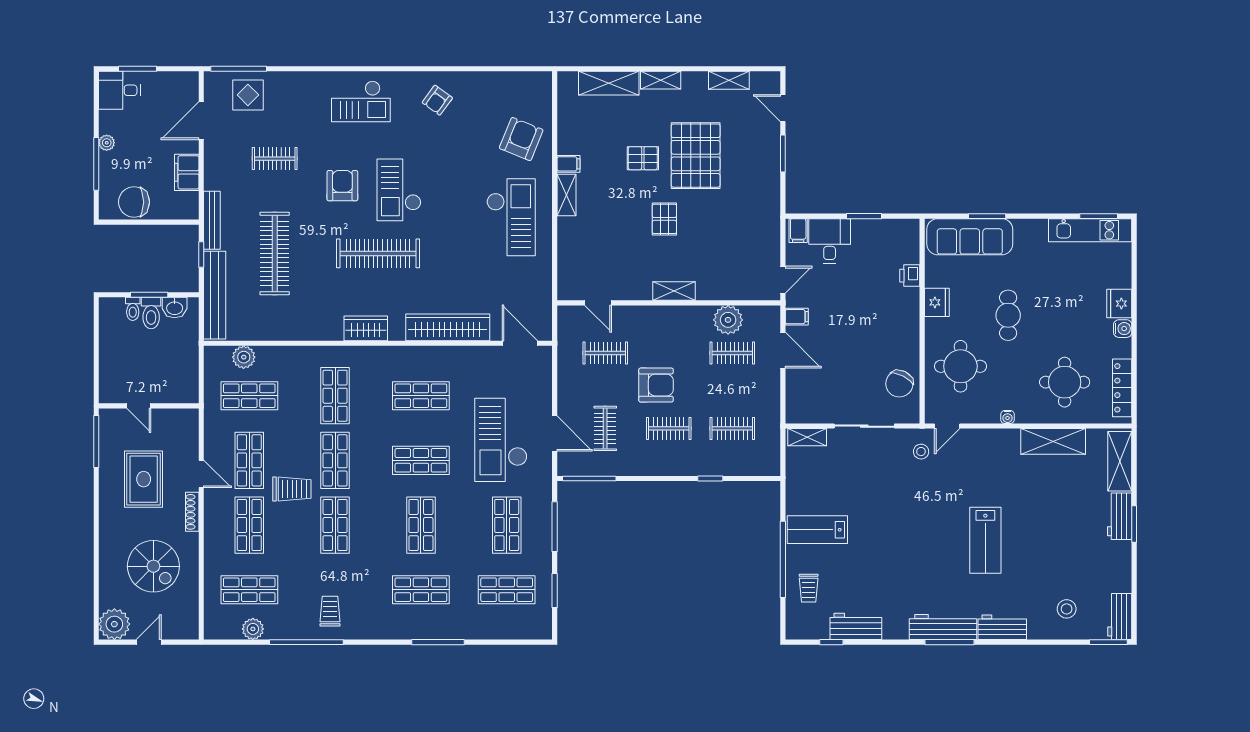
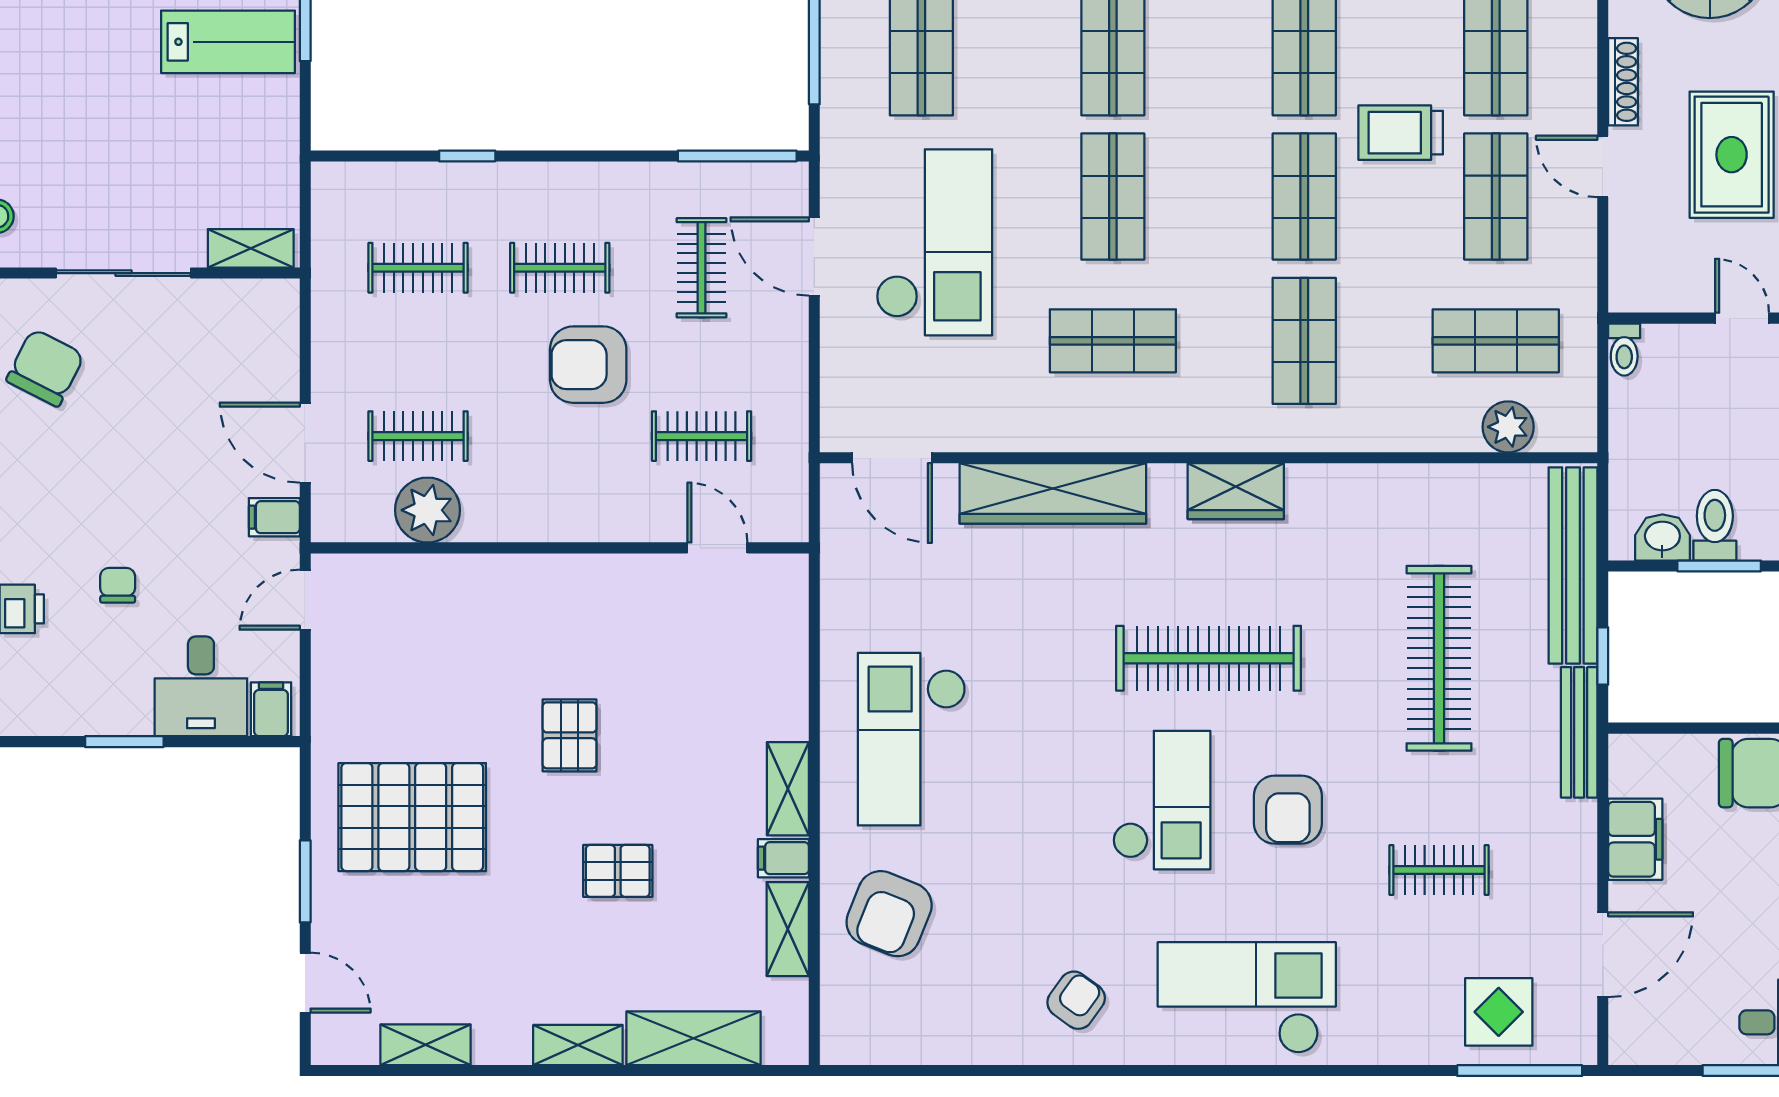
checkout: (361, 101) -> (1247, 998), width x1.36, depth x1.21
pallet: (696, 156) -> (412, 817), moved, turned 90
chair: (867, 286) -> (118, 585), added
shelving: (674, 291) -> (788, 929), moved, turned 90
toilet: (133, 309) -> (1624, 350), moved, turned 180
shop shelf: (421, 460) -> (1113, 197), turned 90

